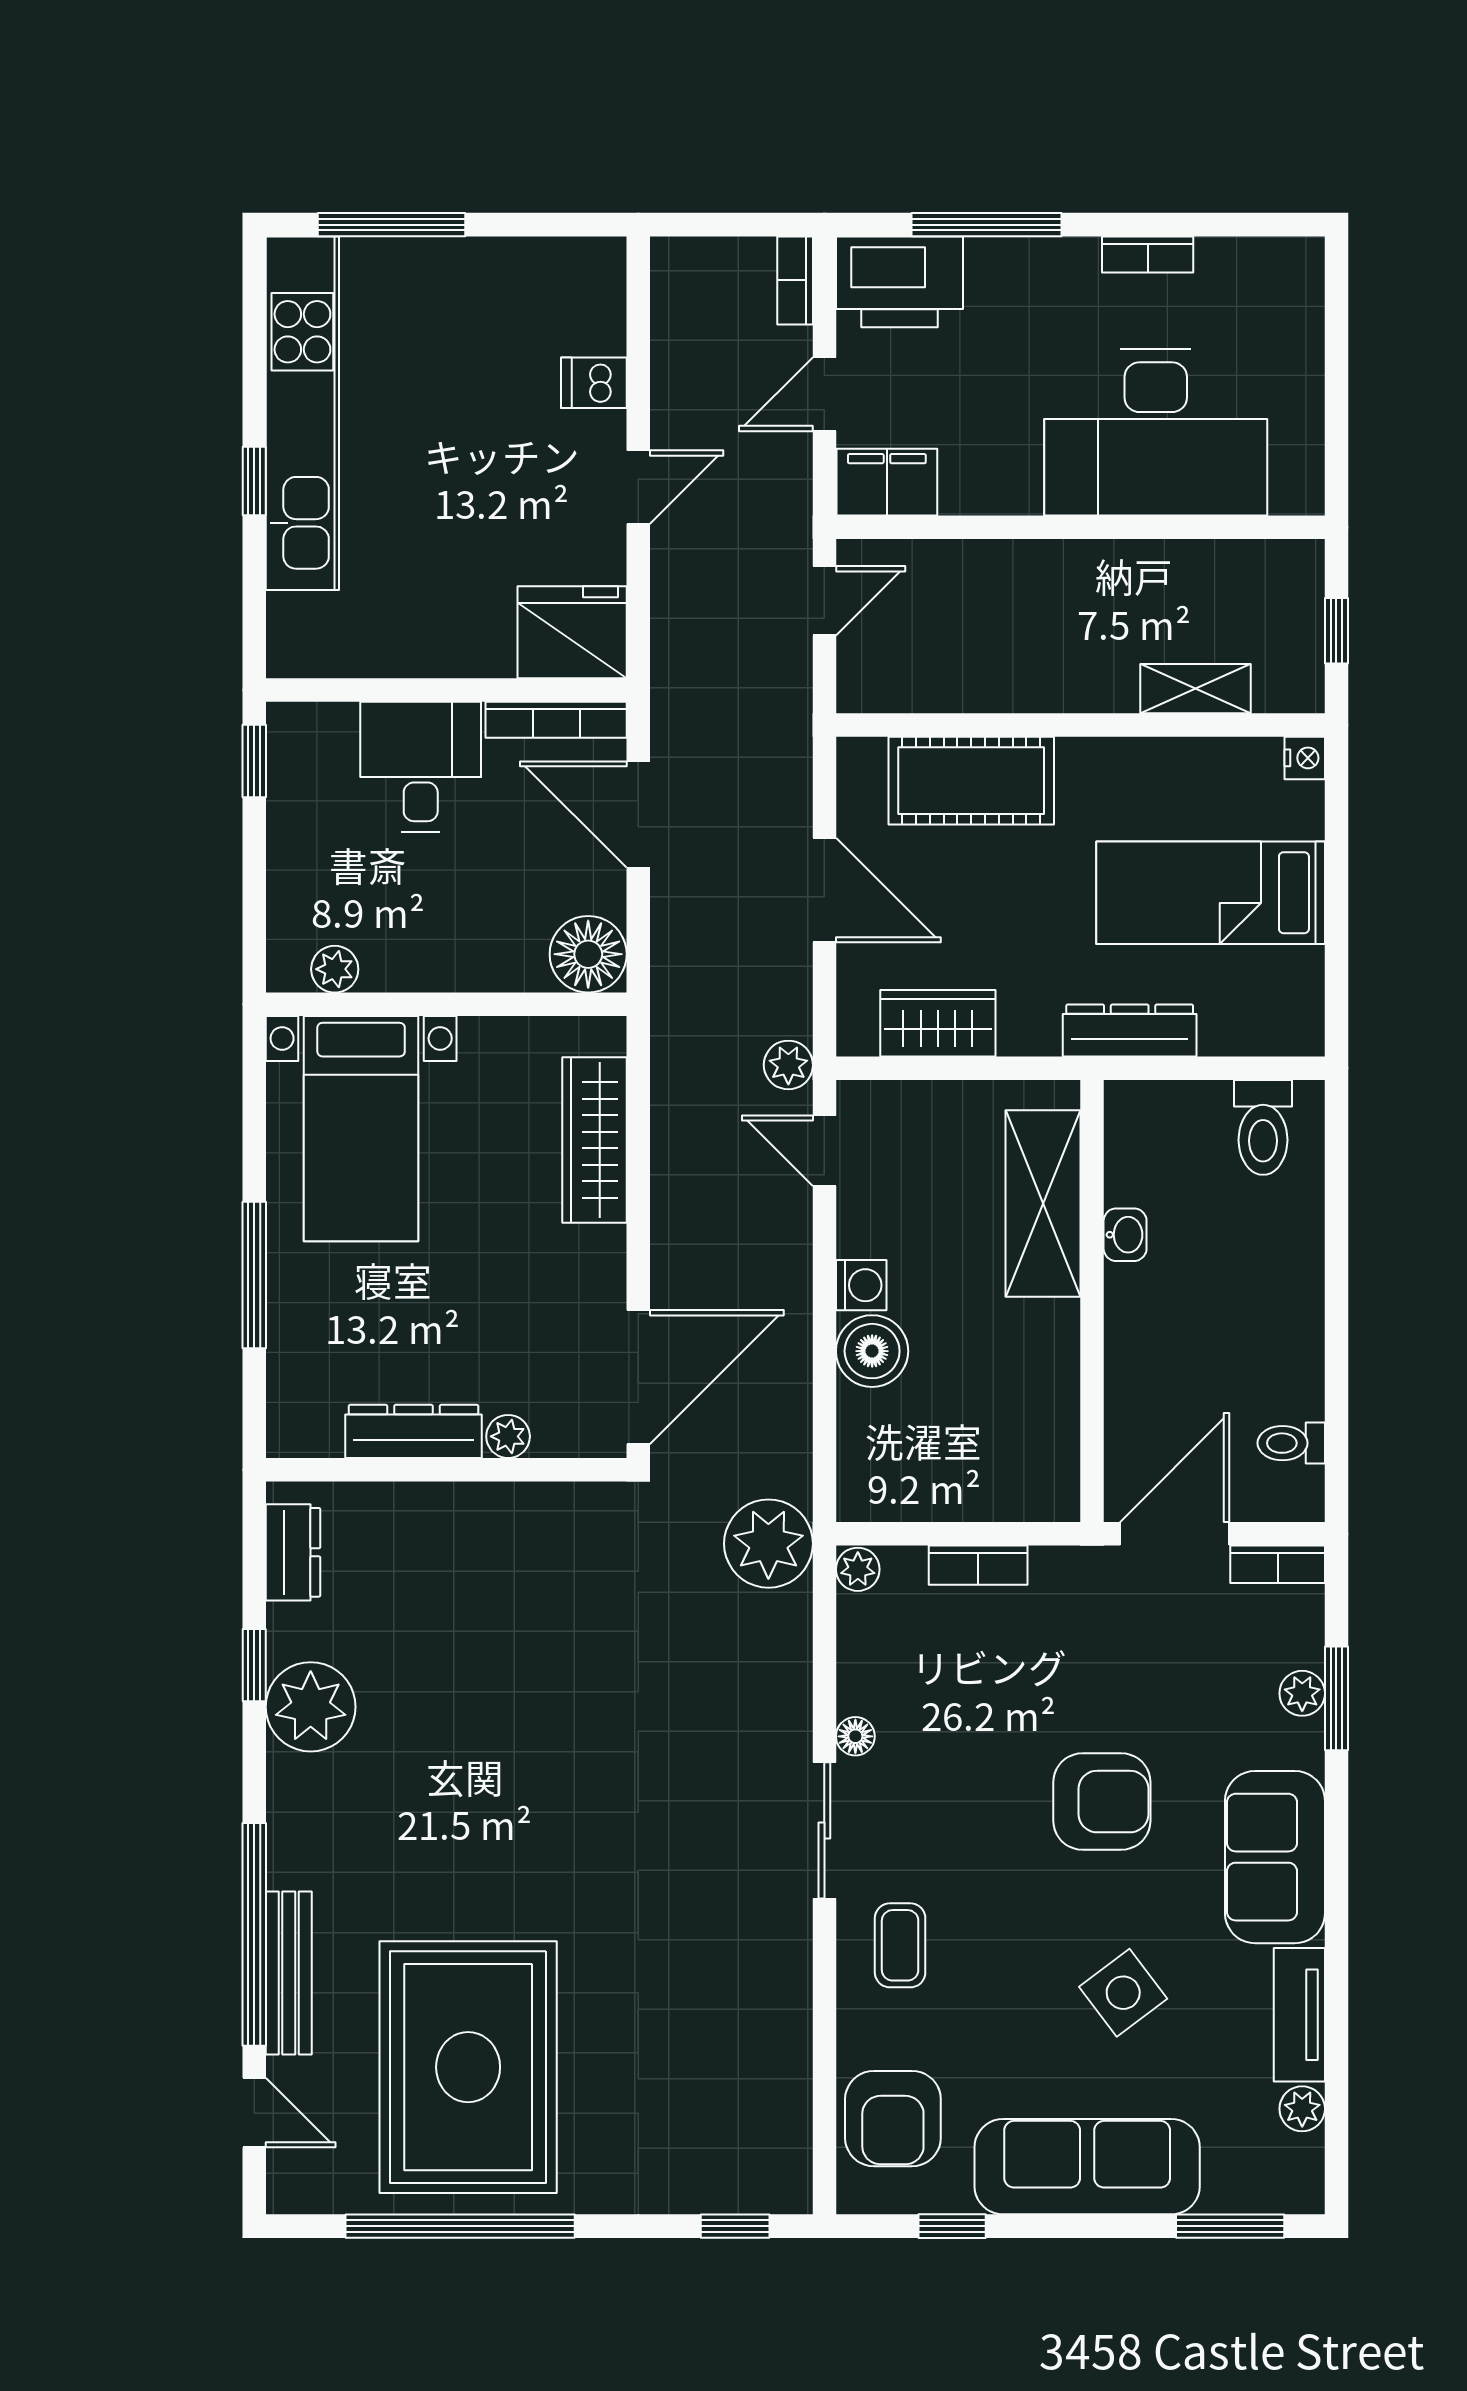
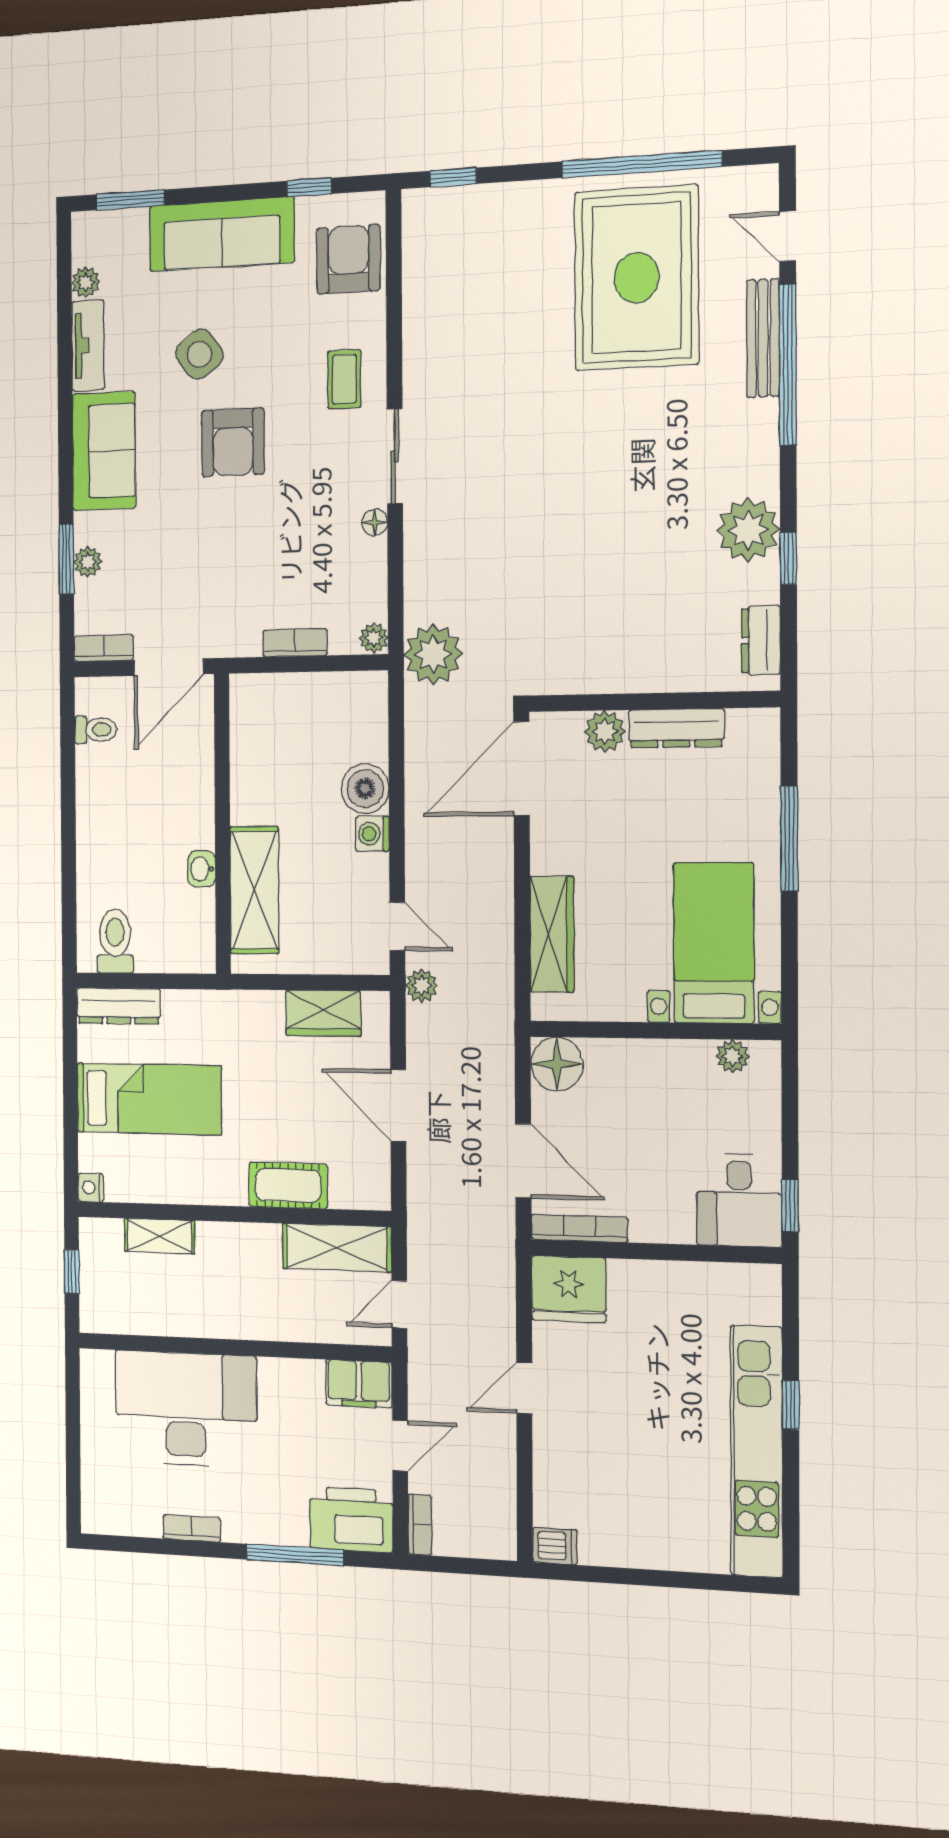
window: (391, 225) -> (694, 1581), removed
dishwasher: (594, 383) -> (555, 1546), moved
shelving: (919, 680) -> (337, 1248), added
desk: (421, 767) -> (739, 1200), moved
cot: (971, 781) -> (288, 1185), width x0.73, depth x0.75
dresser: (1130, 1031) -> (119, 1006), moved
plant: (508, 1436) -> (605, 731), width x1.38, depth x1.38
armchair: (1102, 1802) -> (233, 442), moved, turned -90

